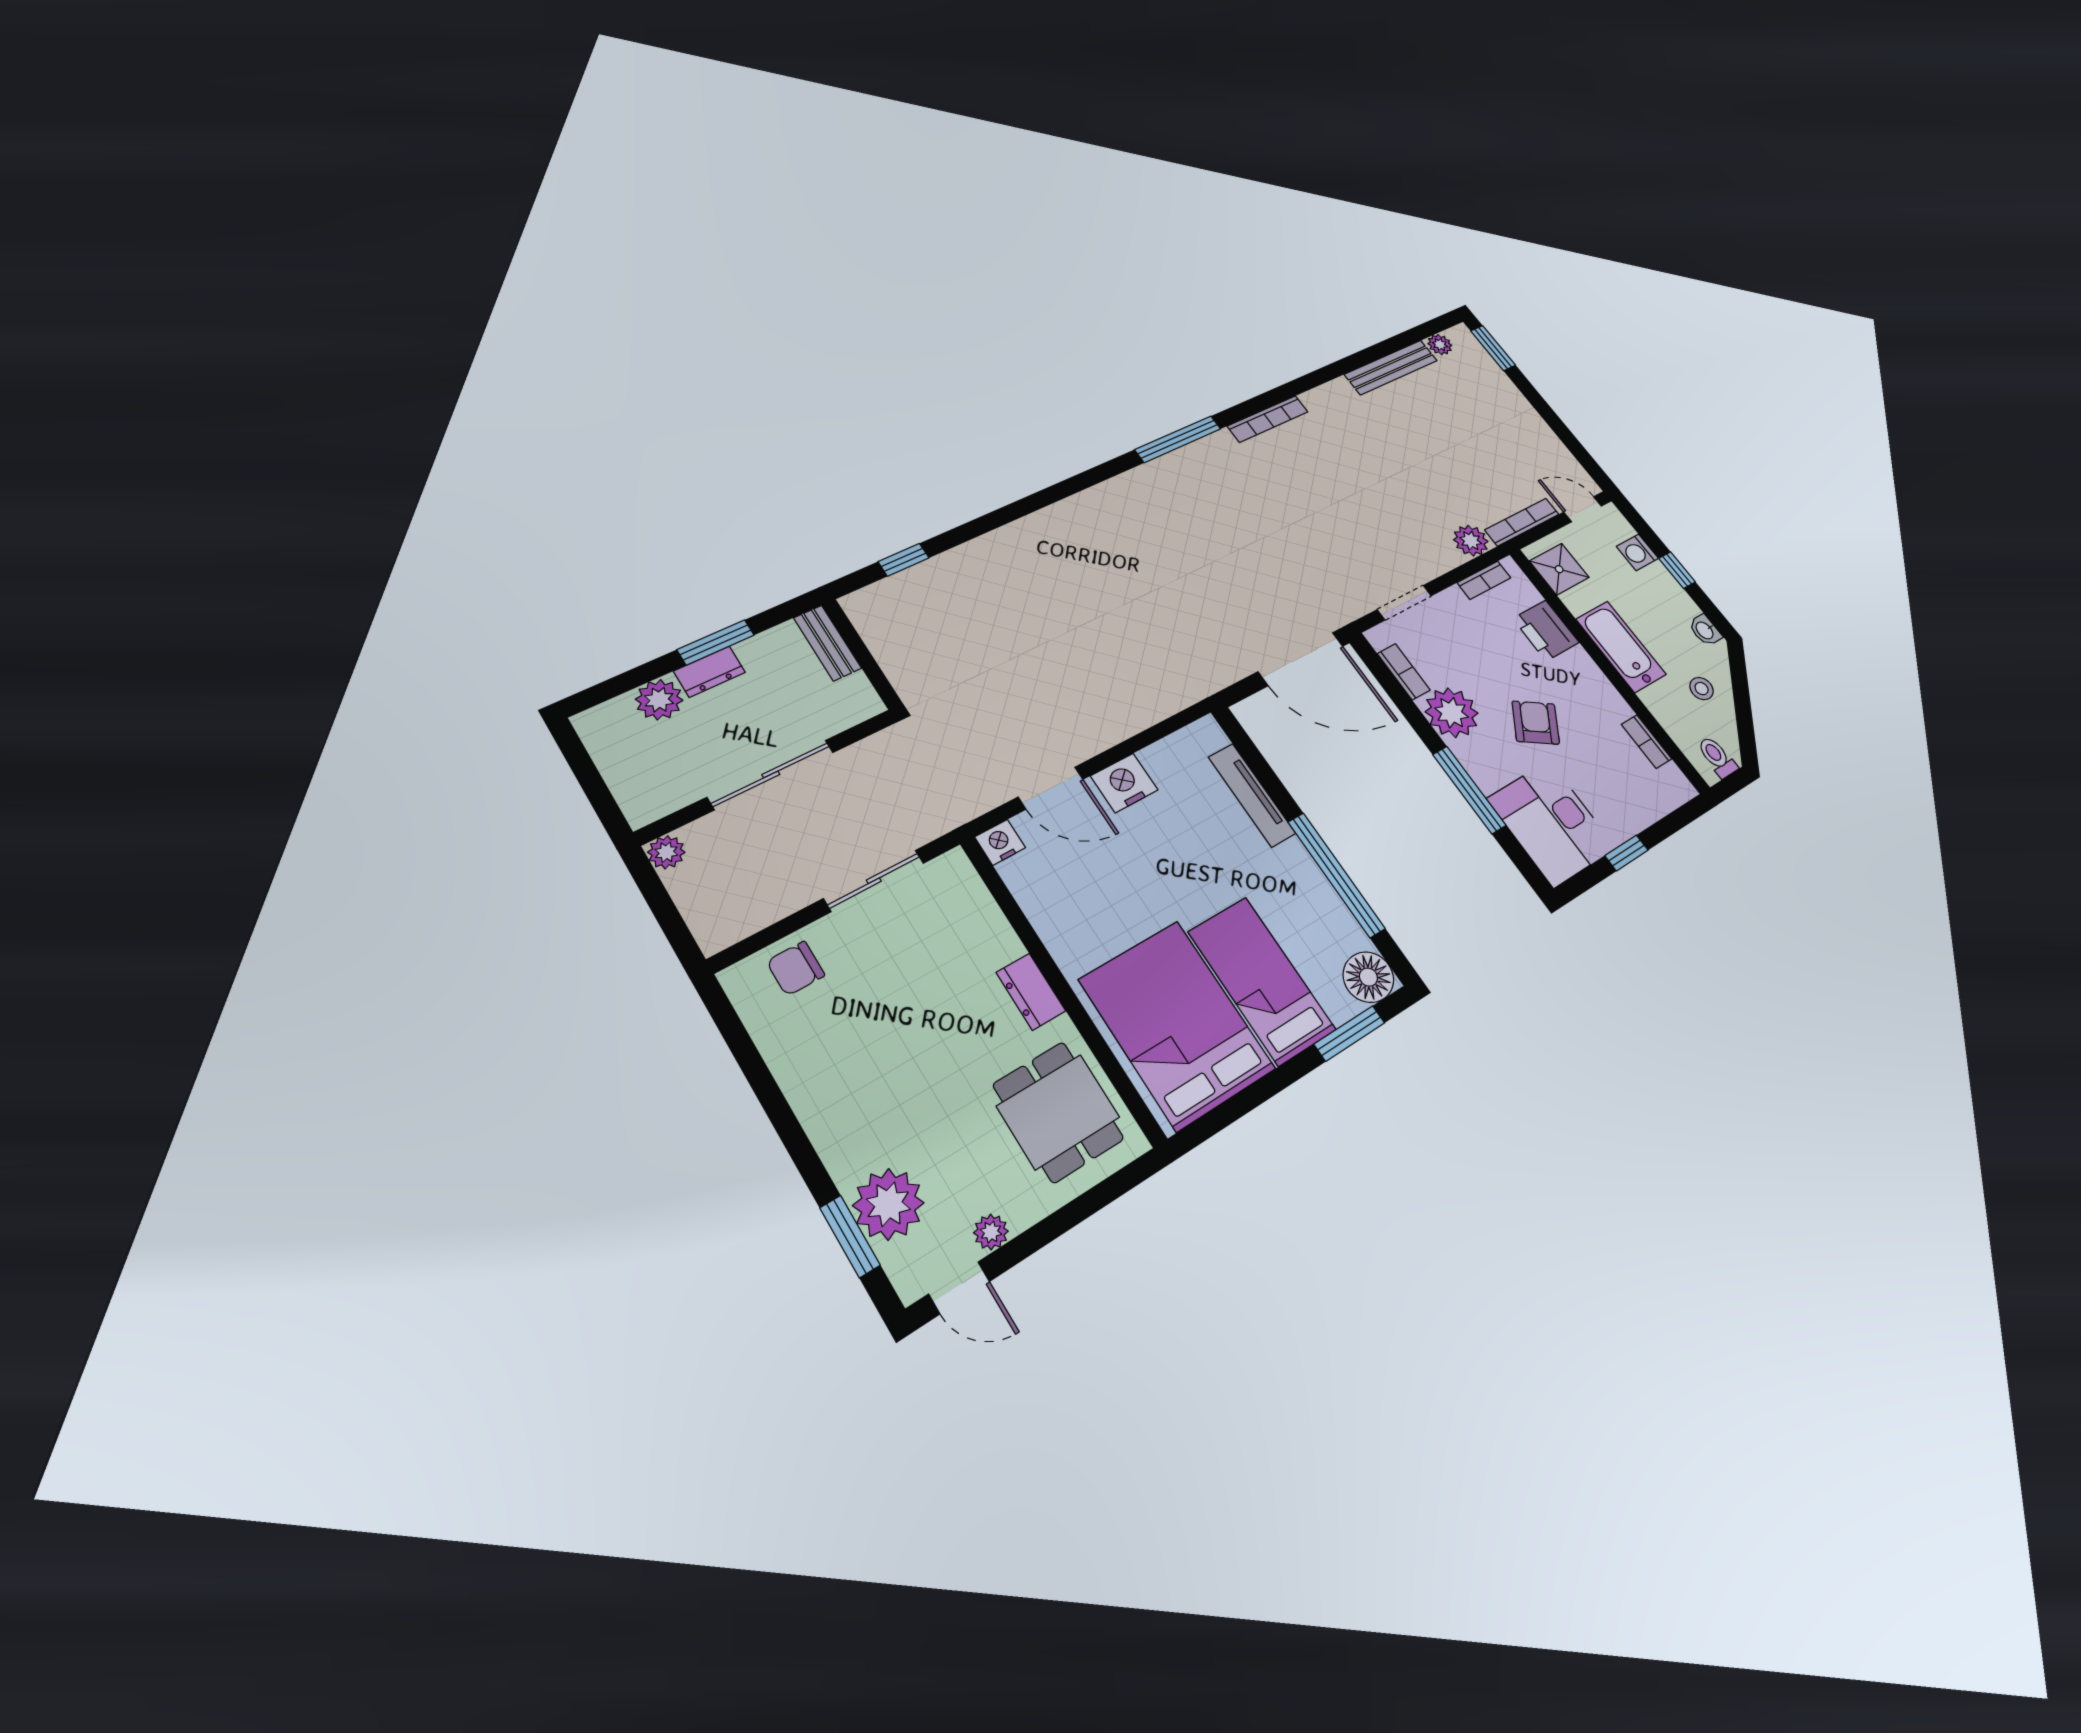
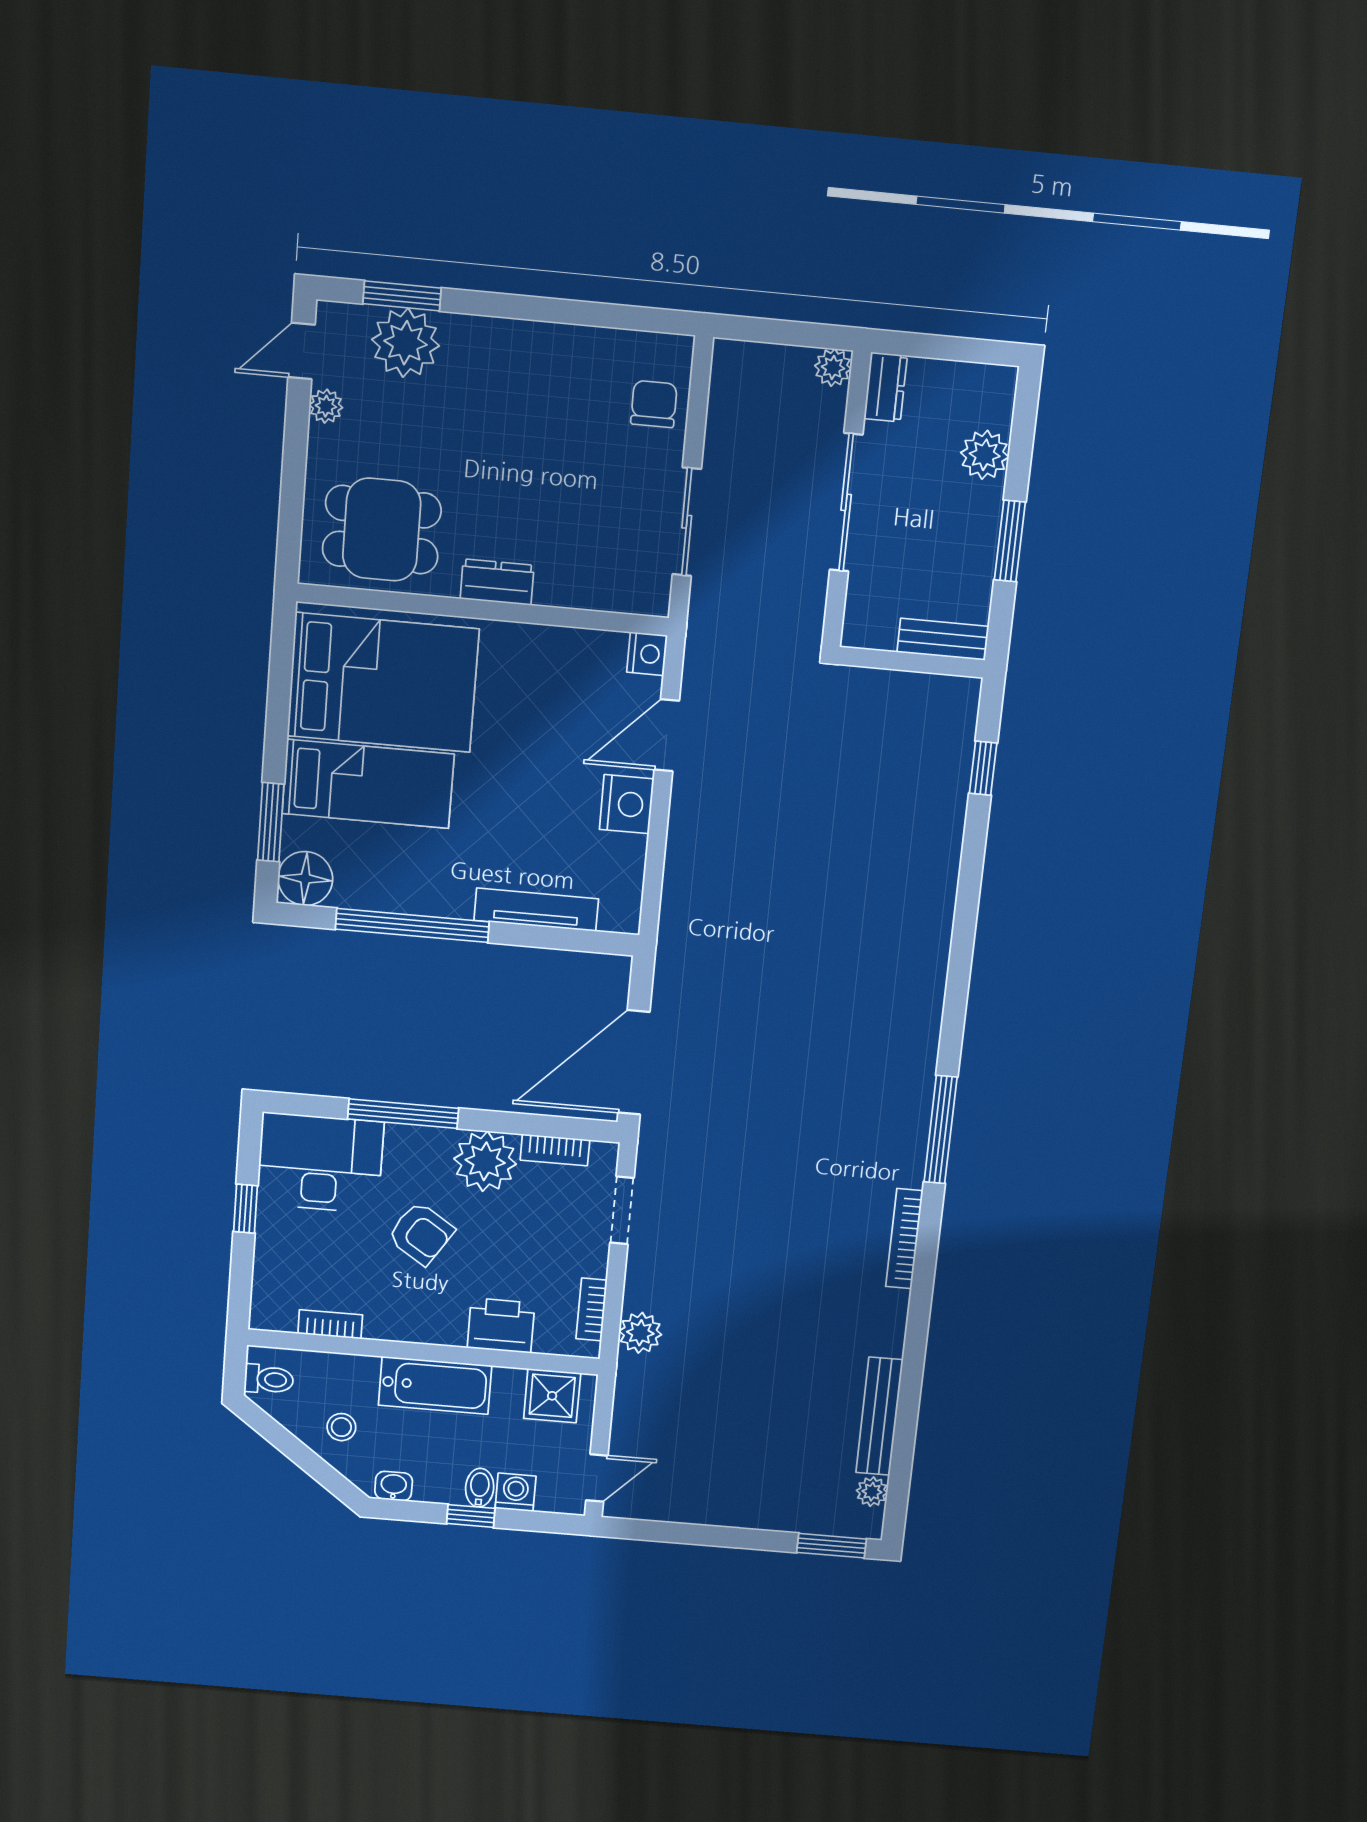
bookcase: (1522, 522) -> (625, 1402), removed
bidet: (1656, 576) -> (480, 1488), added
dresser: (709, 672) -> (886, 387), moved, turned 180

